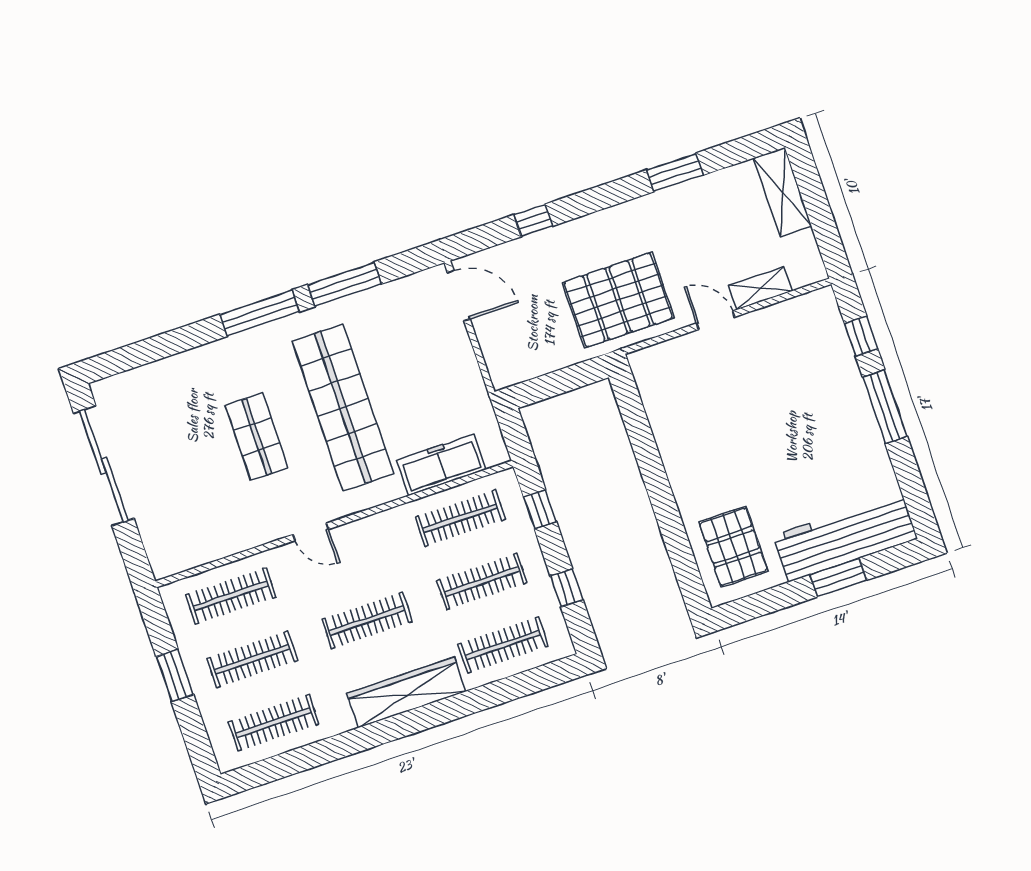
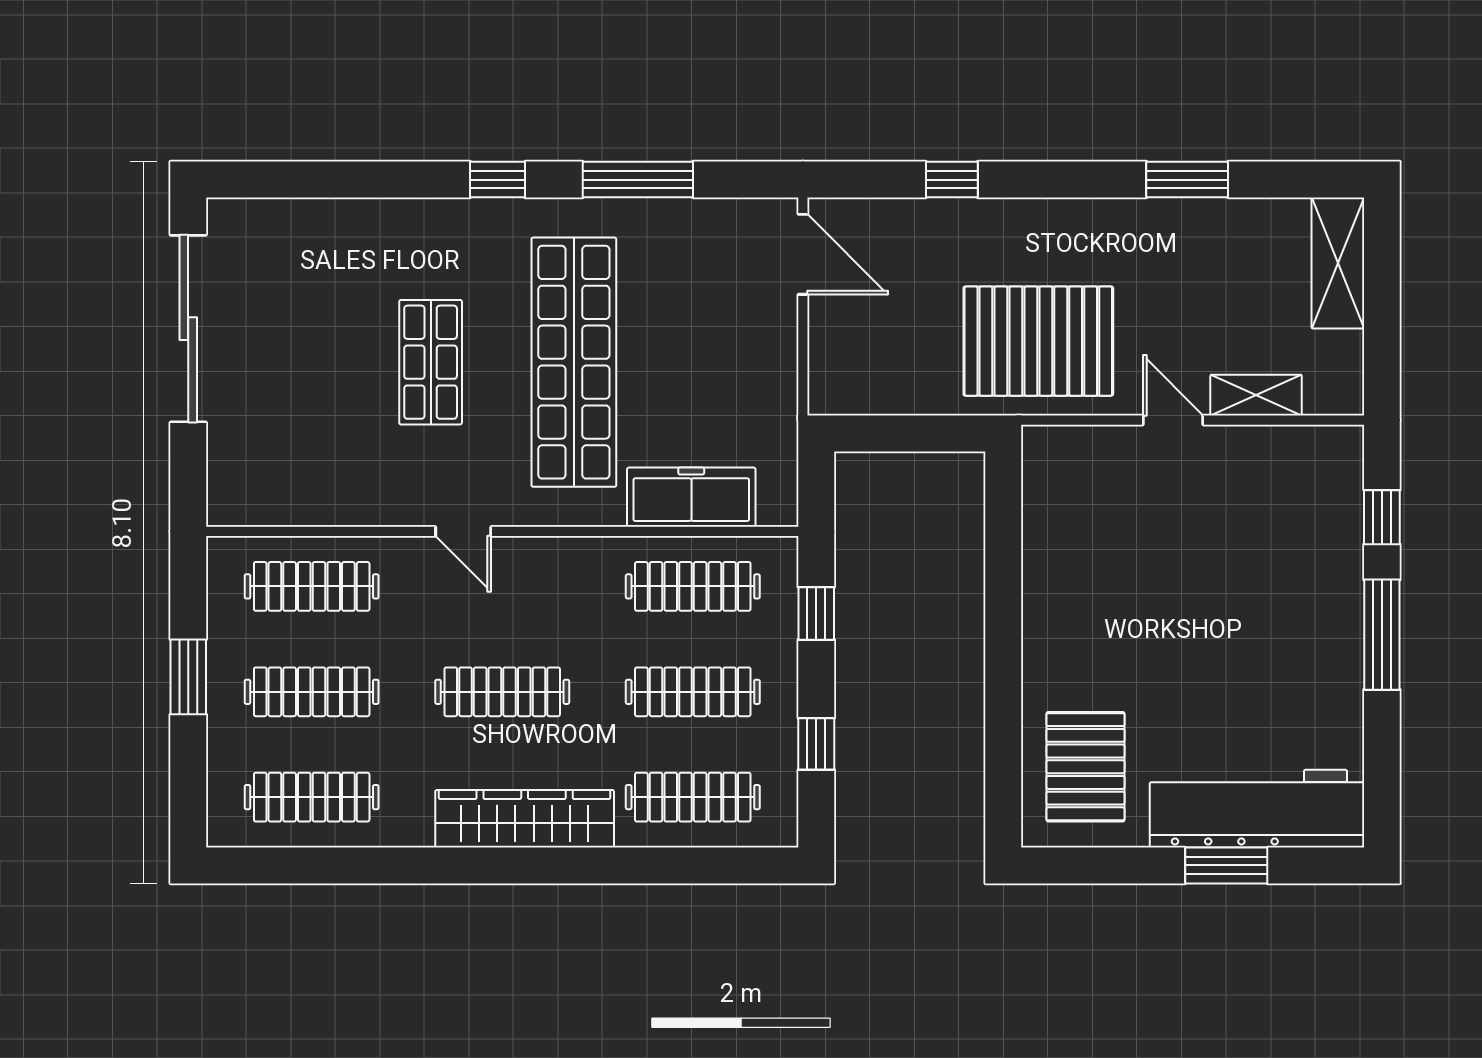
window: (260, 313) -> (498, 180), width x0.46

